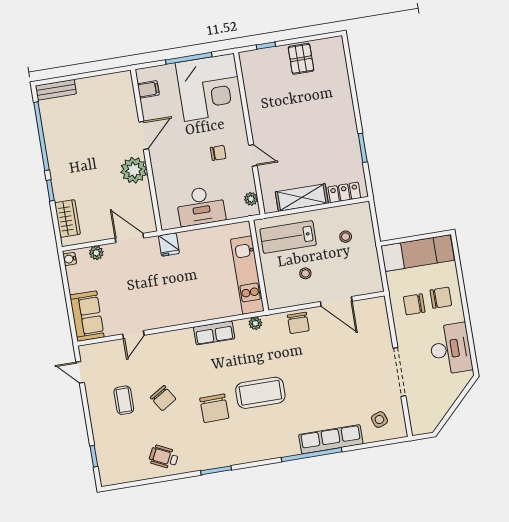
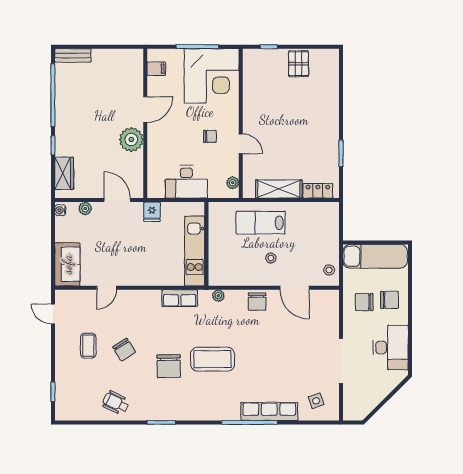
stool: (346, 237) -> (329, 270), moved
wall: (259, 265) -> (206, 244), moved
kitchen unit: (247, 275) -> (195, 251), moved

